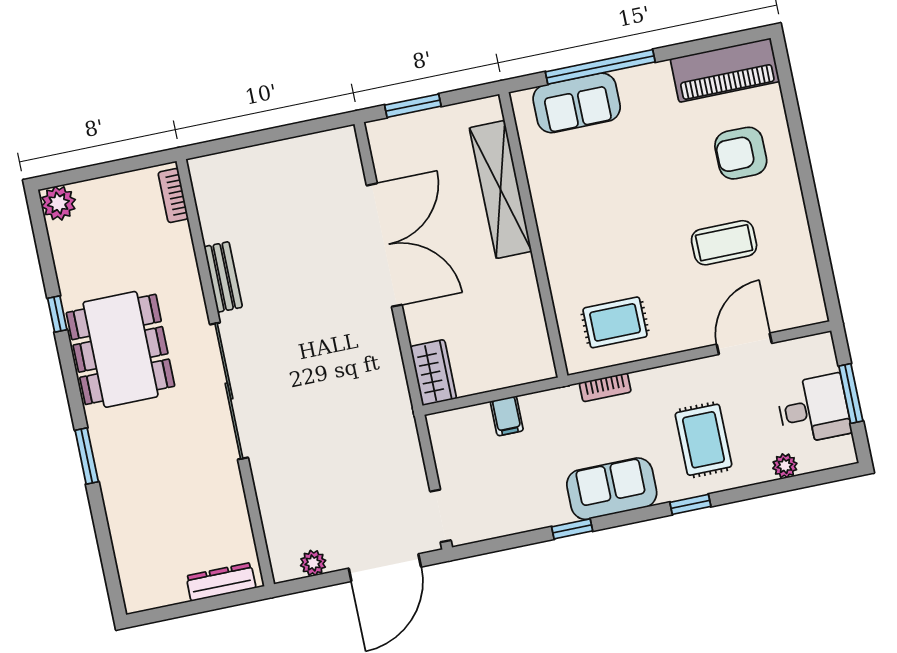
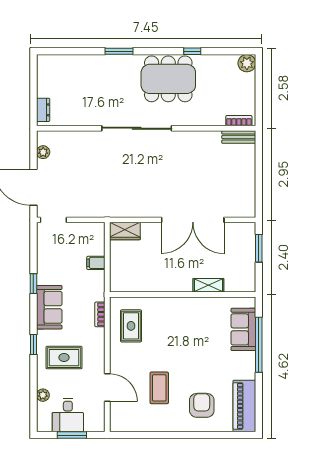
shelving: (500, 189) -> (208, 285), width x0.45, depth x0.75
bench: (223, 277) -> (239, 137), moved
dresser: (221, 582) -> (43, 110), width x0.70

